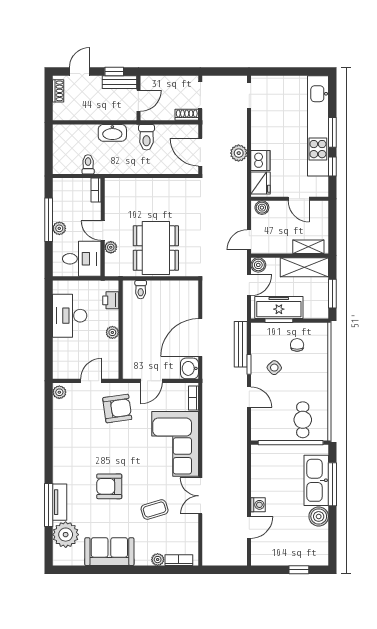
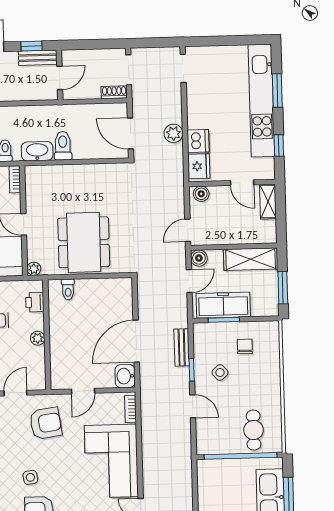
window: (332, 132) -> (277, 91), moved
washbasin: (112, 133) -> (37, 151), moved, turned 180
toilet: (147, 137) -> (63, 146), moved, turned 180
plant: (111, 247) -> (34, 269), moved
shelving: (308, 247) -> (268, 202), moved, turned 90
bench: (241, 344) -> (182, 347), width x0.73
side table: (102, 456) -> (30, 477), added

